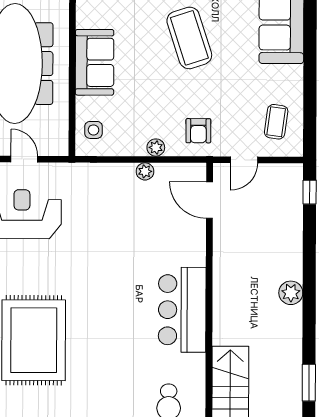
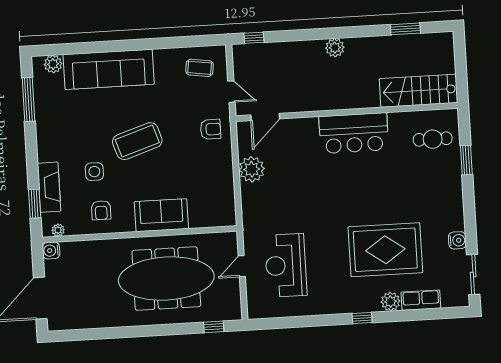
side table: (93, 130) -> (215, 213), removed
plant: (156, 148) -> (226, 162), removed
plant: (145, 171) -> (252, 169), width x1.88, depth x1.88

